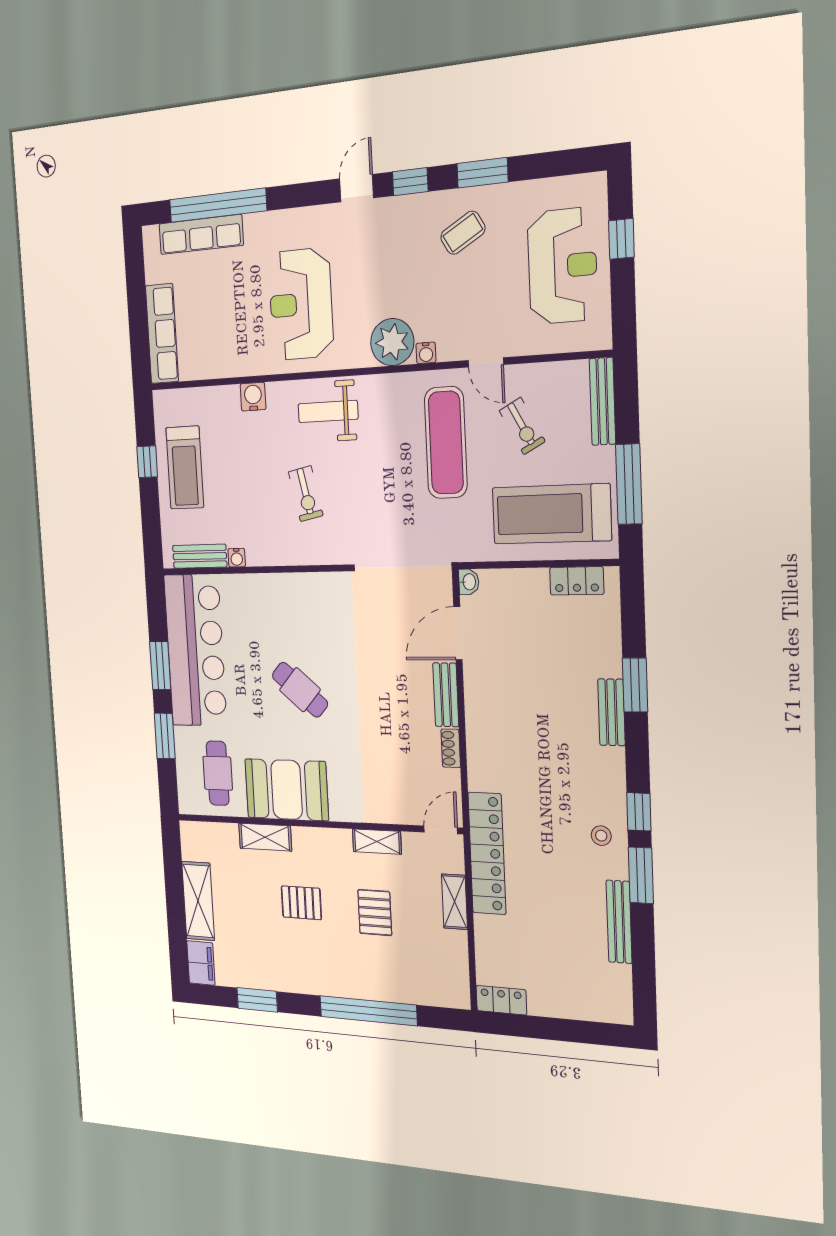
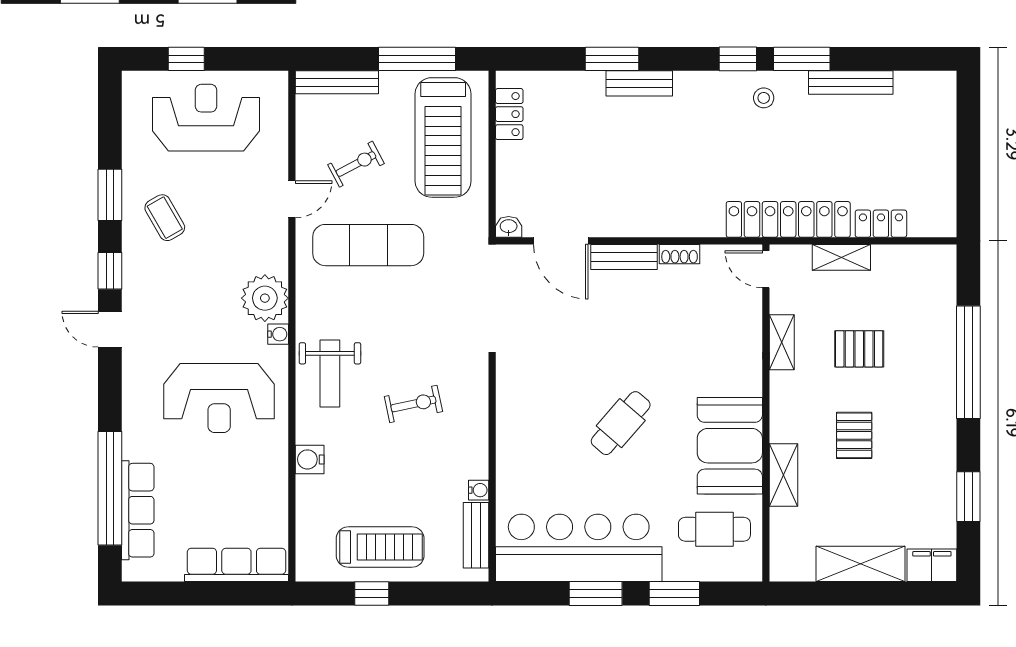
water cooler: (426, 353) -> (278, 334), moved
locker: (501, 1000) -> (881, 224), moved, turned 90

